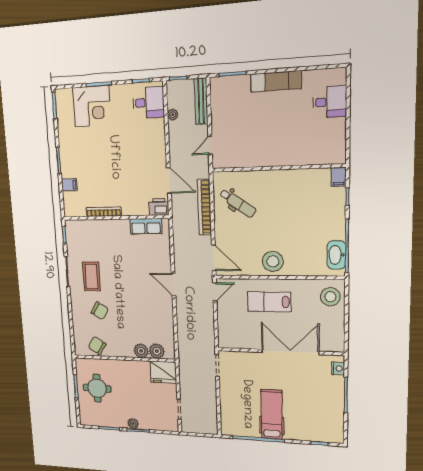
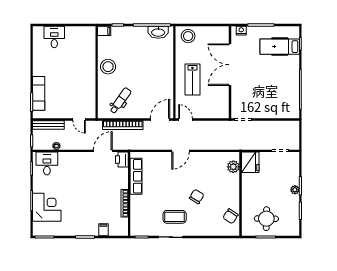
exam couch: (276, 81) -> (39, 93), moved
row of seats: (146, 226) -> (136, 176), width x1.48
stool: (273, 261) -> (108, 67), moved
chair: (100, 311) -> (197, 196), moved
plant: (141, 351) -> (234, 180), removed
hospital bed: (272, 414) -> (280, 47), moved

